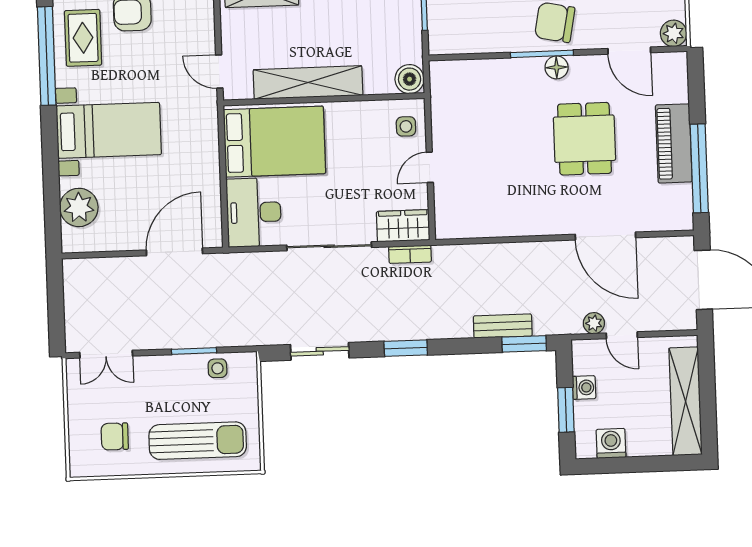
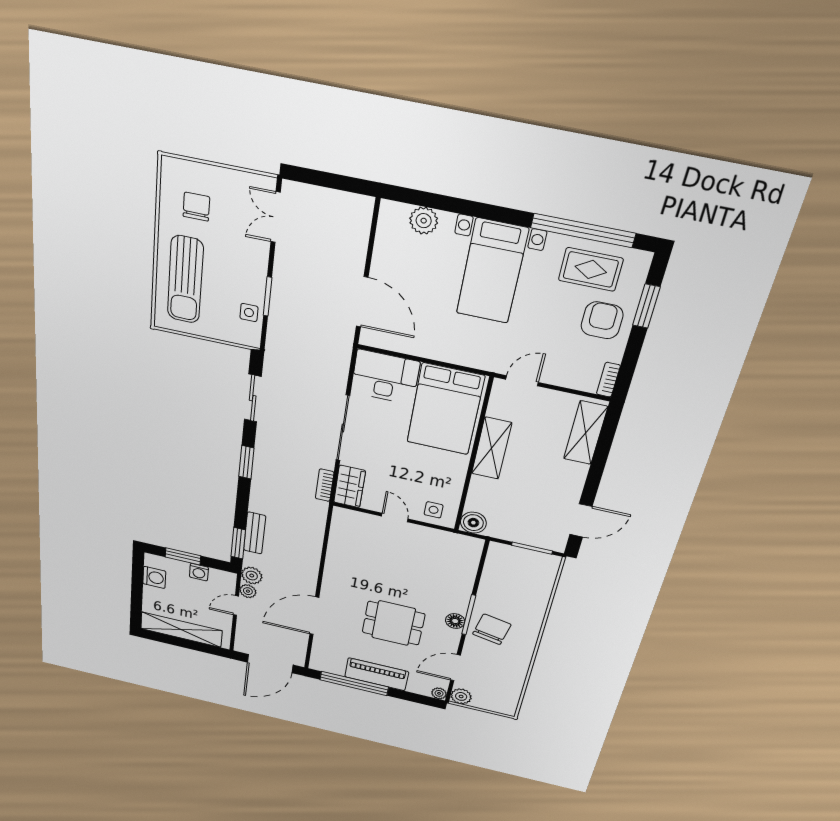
plant: (678, 61) -> (439, 693), added
shelving: (308, 83) -> (492, 448), width x0.68
plant: (79, 207) -> (424, 221), width x0.73, depth x0.73
plant: (568, 321) -> (252, 576), added

